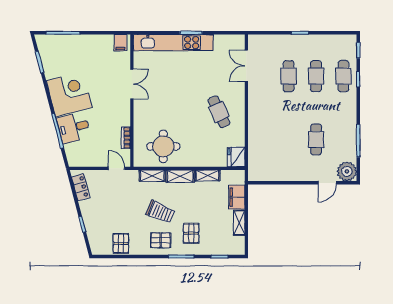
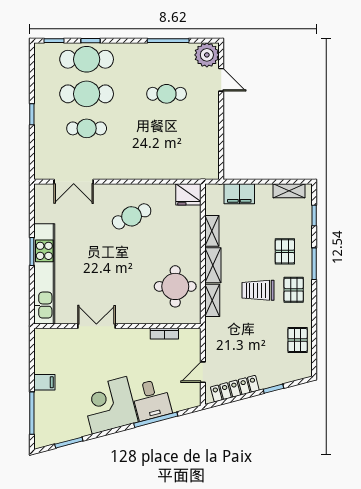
filing cabinet: (120, 43) -> (44, 382), moved
cafe table: (316, 76) -> (87, 94), width x1.37, depth x1.35
cafe table: (343, 76) -> (87, 59), width x1.37, depth x1.35
door: (116, 168) -> (203, 372), moved
locker: (81, 187) -> (235, 389), width x1.53
trolley: (160, 212) -> (258, 290), turned -113
shelving: (239, 223) -> (289, 191), moved
pallet: (191, 233) -> (285, 251), turned 90
pallet: (121, 243) -> (298, 340), turned 90

